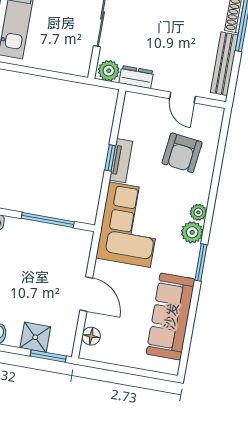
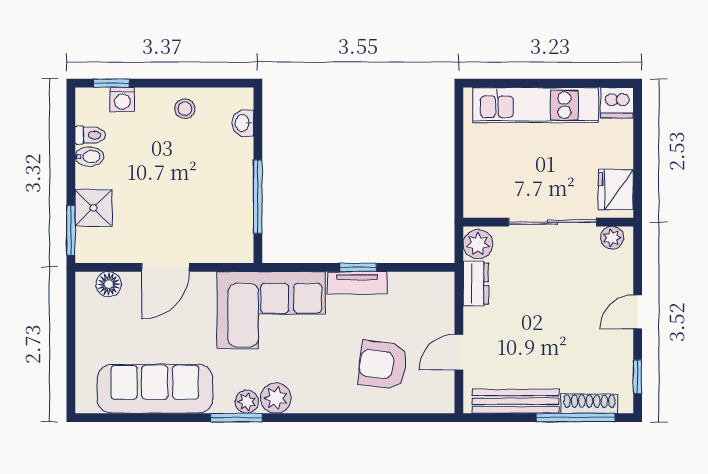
plant: (198, 212) -> (247, 402), moved

